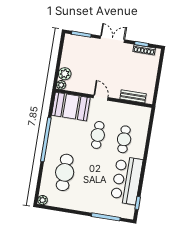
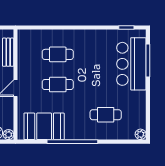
booth: (71, 107) -> (44, 126), moved, turned 90
cafe table: (65, 172) -> (106, 115), width x0.73, depth x0.74
bar counter: (127, 180) -> (131, 64), moved, turned 90

